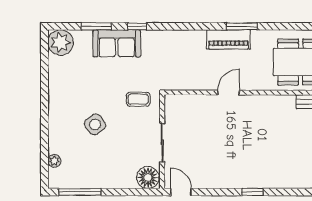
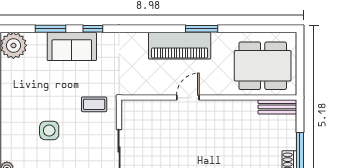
piano: (229, 39) -> (180, 46), width x1.37, depth x1.33
side table: (95, 124) -> (49, 131), turned 37

